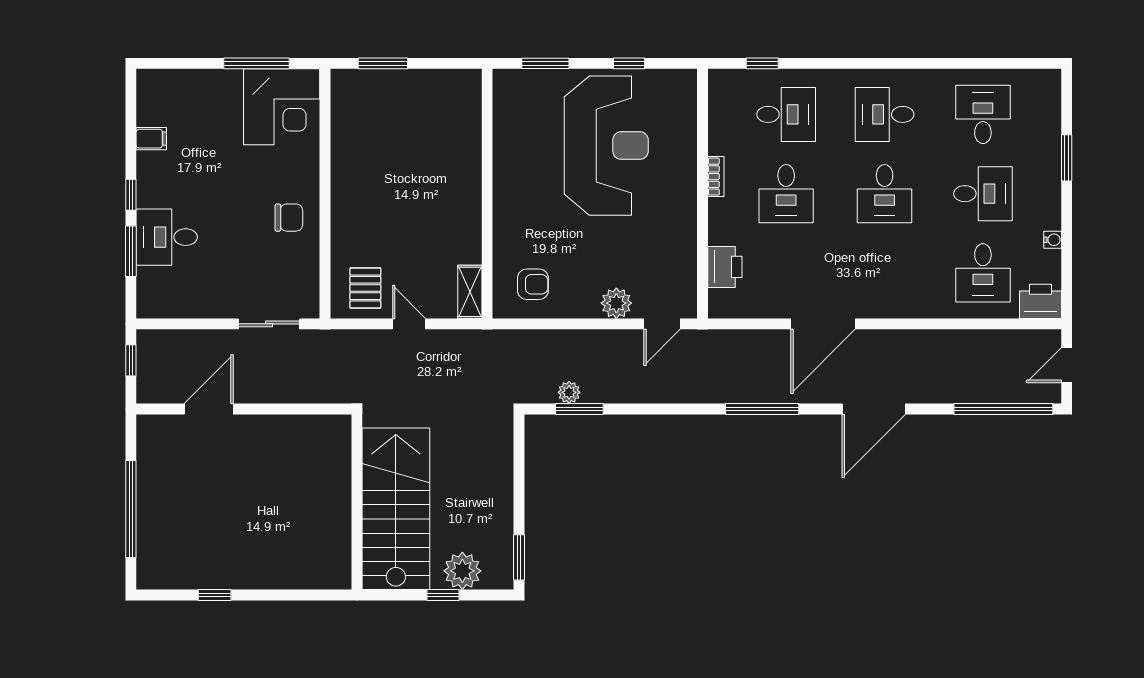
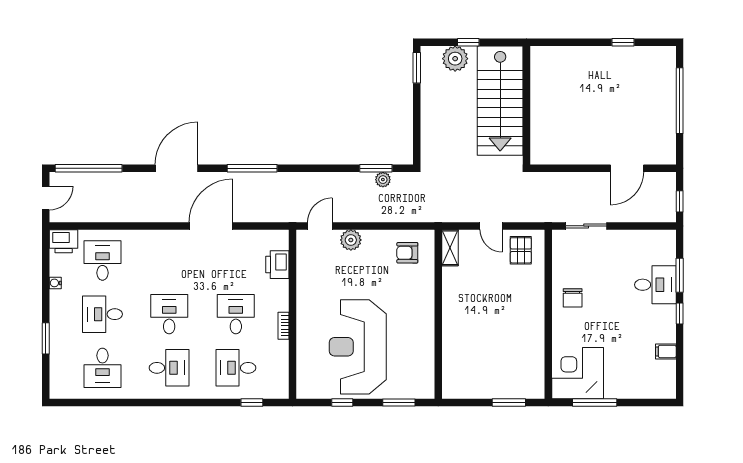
chair: (289, 218) -> (573, 298), turned -90

